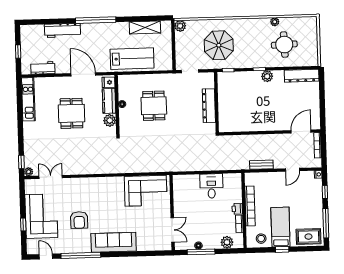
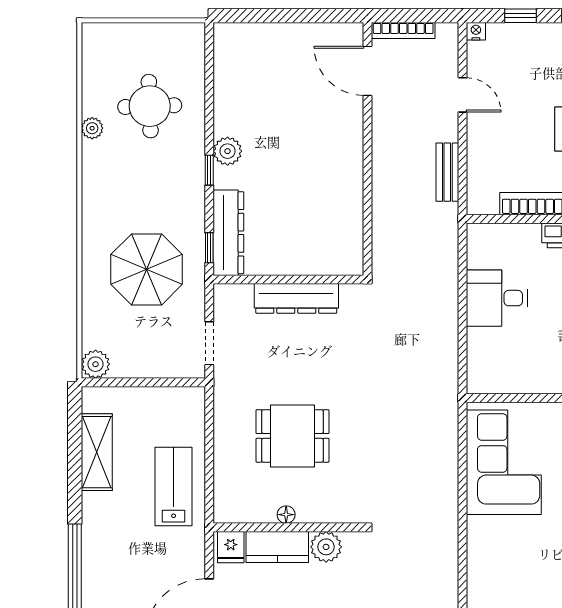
lab bench: (132, 59) -> (174, 487), width x0.73, depth x0.72
dresser: (302, 76) -> (228, 233), moved

